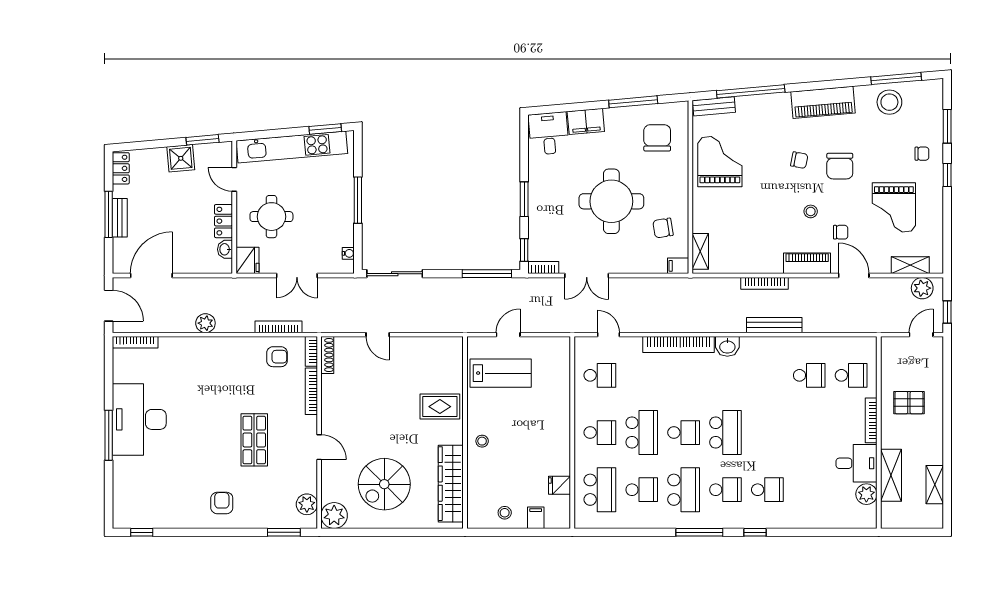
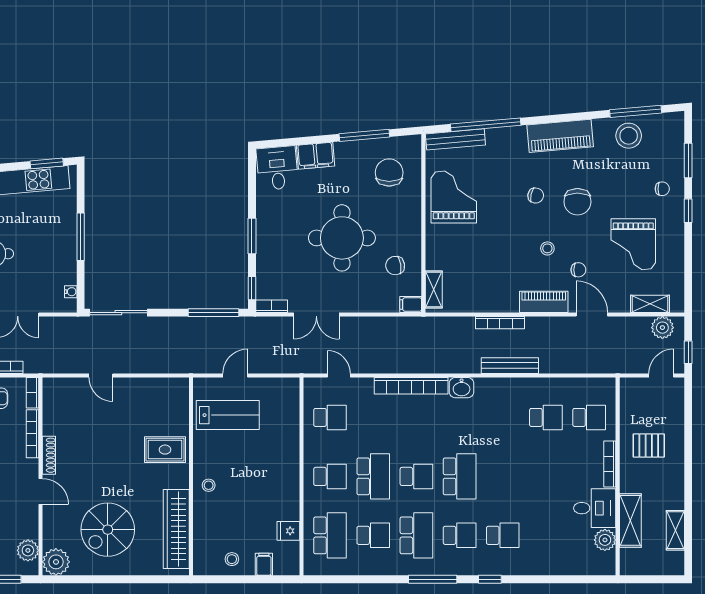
bench: (714, 106) -> (455, 139), width x1.36
shoe rack: (327, 355) -> (49, 455), moved

